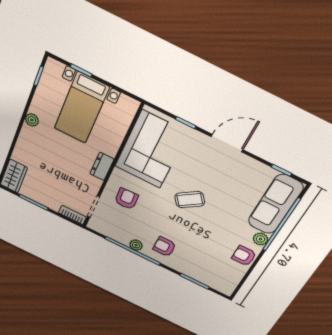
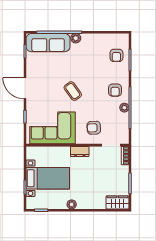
armchair: (244, 256) -> (116, 55), moved

